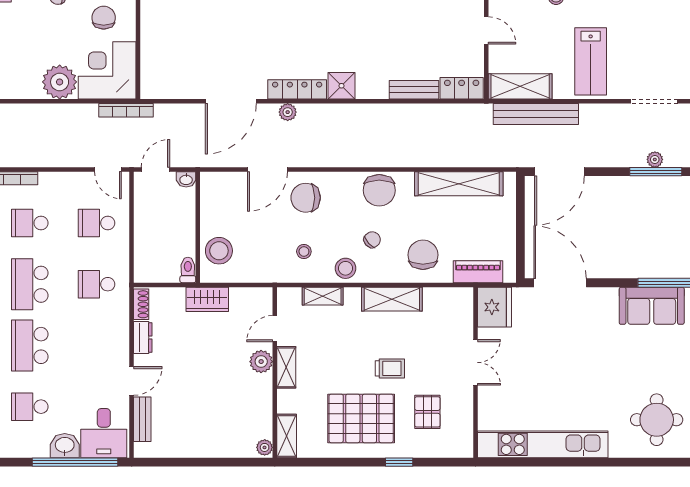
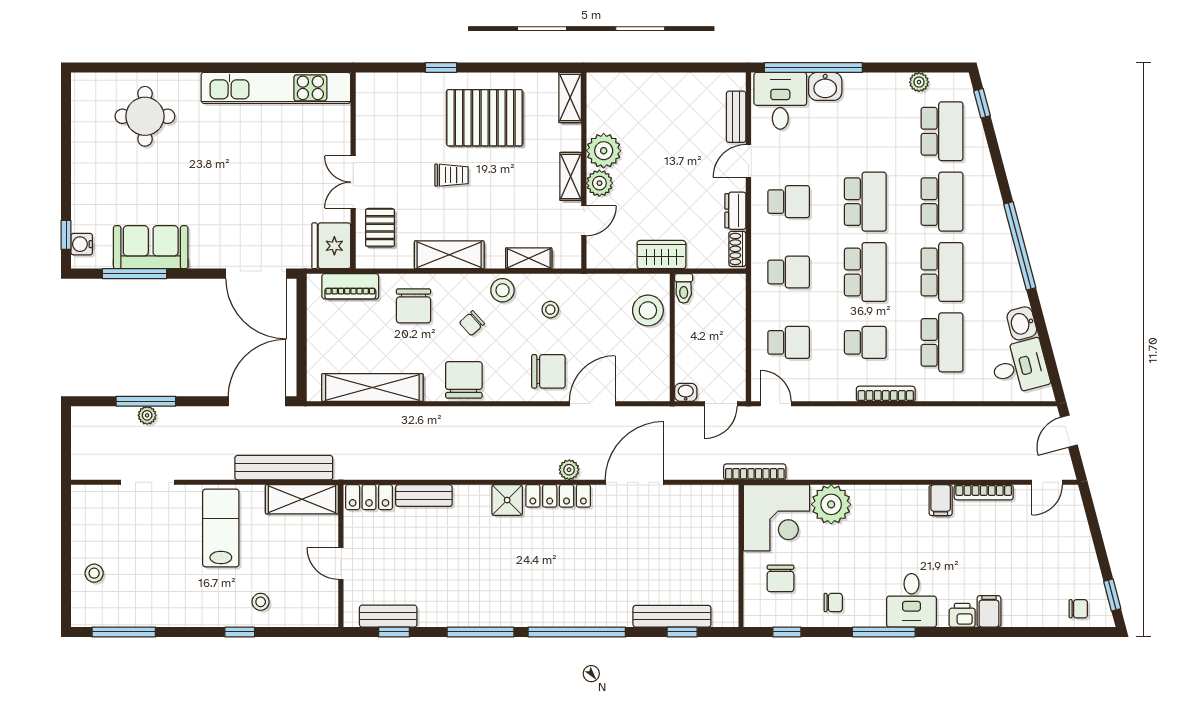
trolley: (390, 368) -> (451, 175), turned 180
school desk: (30, 407) -> (789, 202), moved
pallet: (427, 412) -> (380, 228), moved
plant: (265, 447) -> (604, 151), moved, width x1.88, depth x1.88

